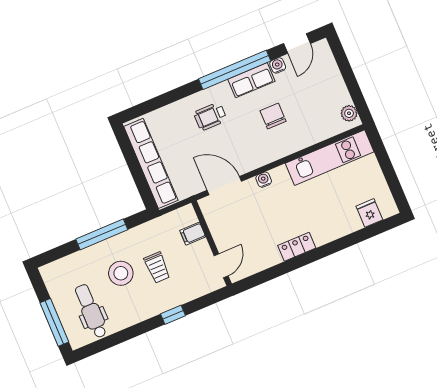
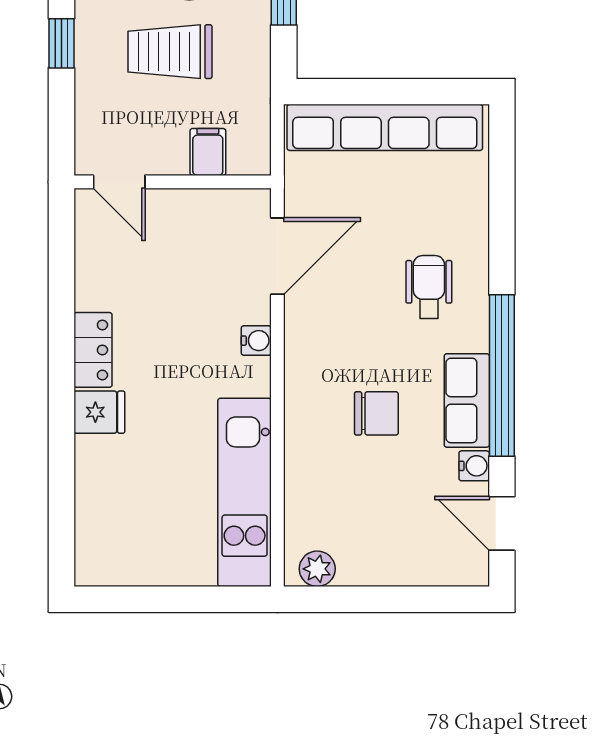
fridge: (369, 213) -> (99, 412), moved
trolley: (157, 267) -> (170, 52), width x1.36, depth x1.39

